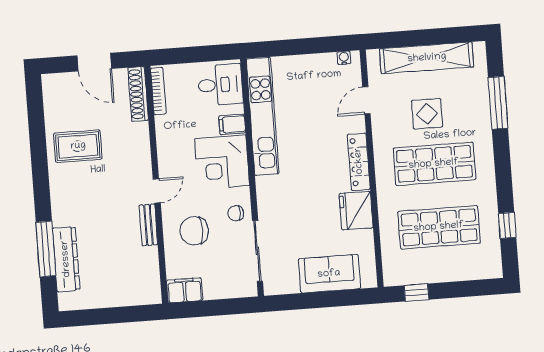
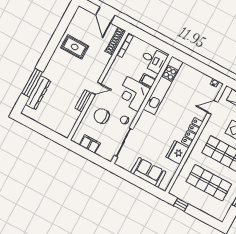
filing cabinet: (185, 290) -> (90, 144), moved

